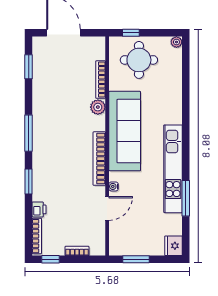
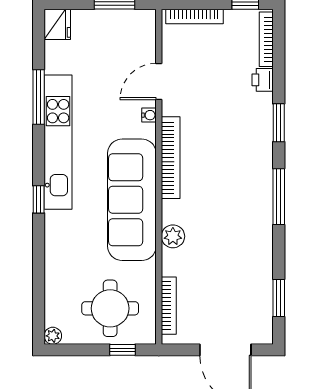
bookcase: (101, 80) -> (169, 306), moved
window: (186, 131) -> (39, 199), added
bookcase: (77, 251) -> (194, 16), width x1.56

